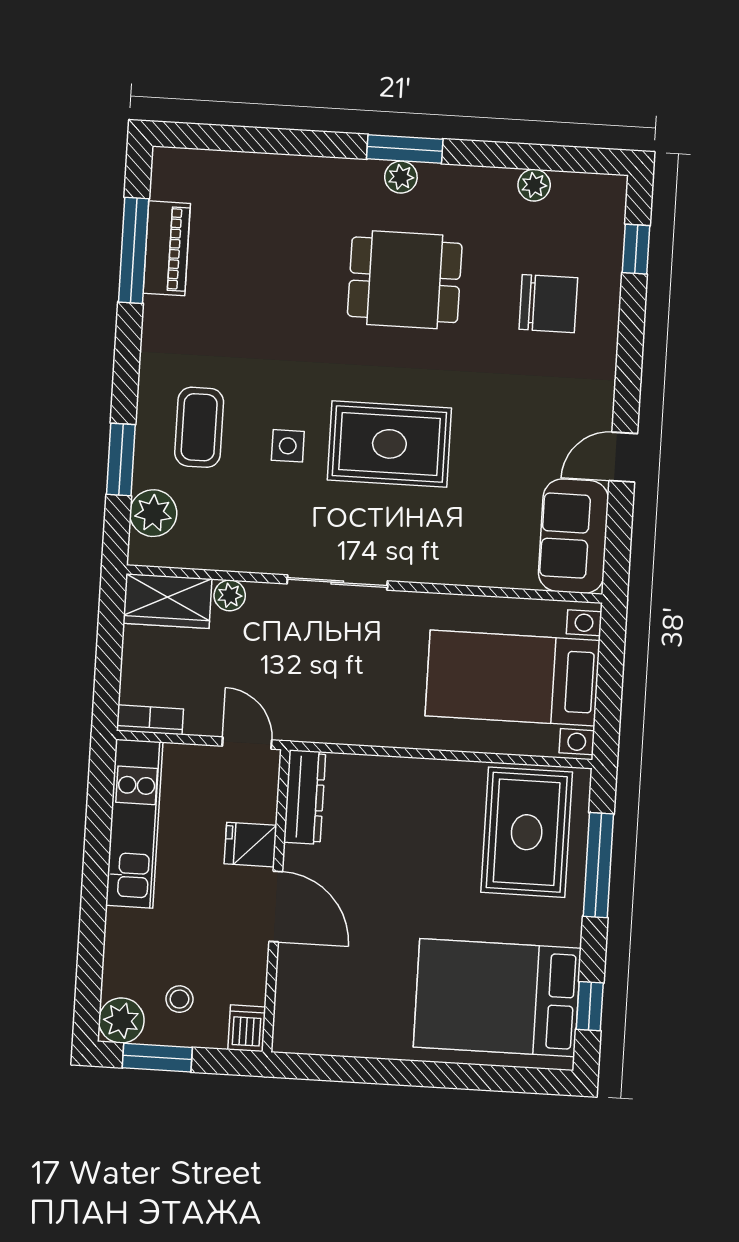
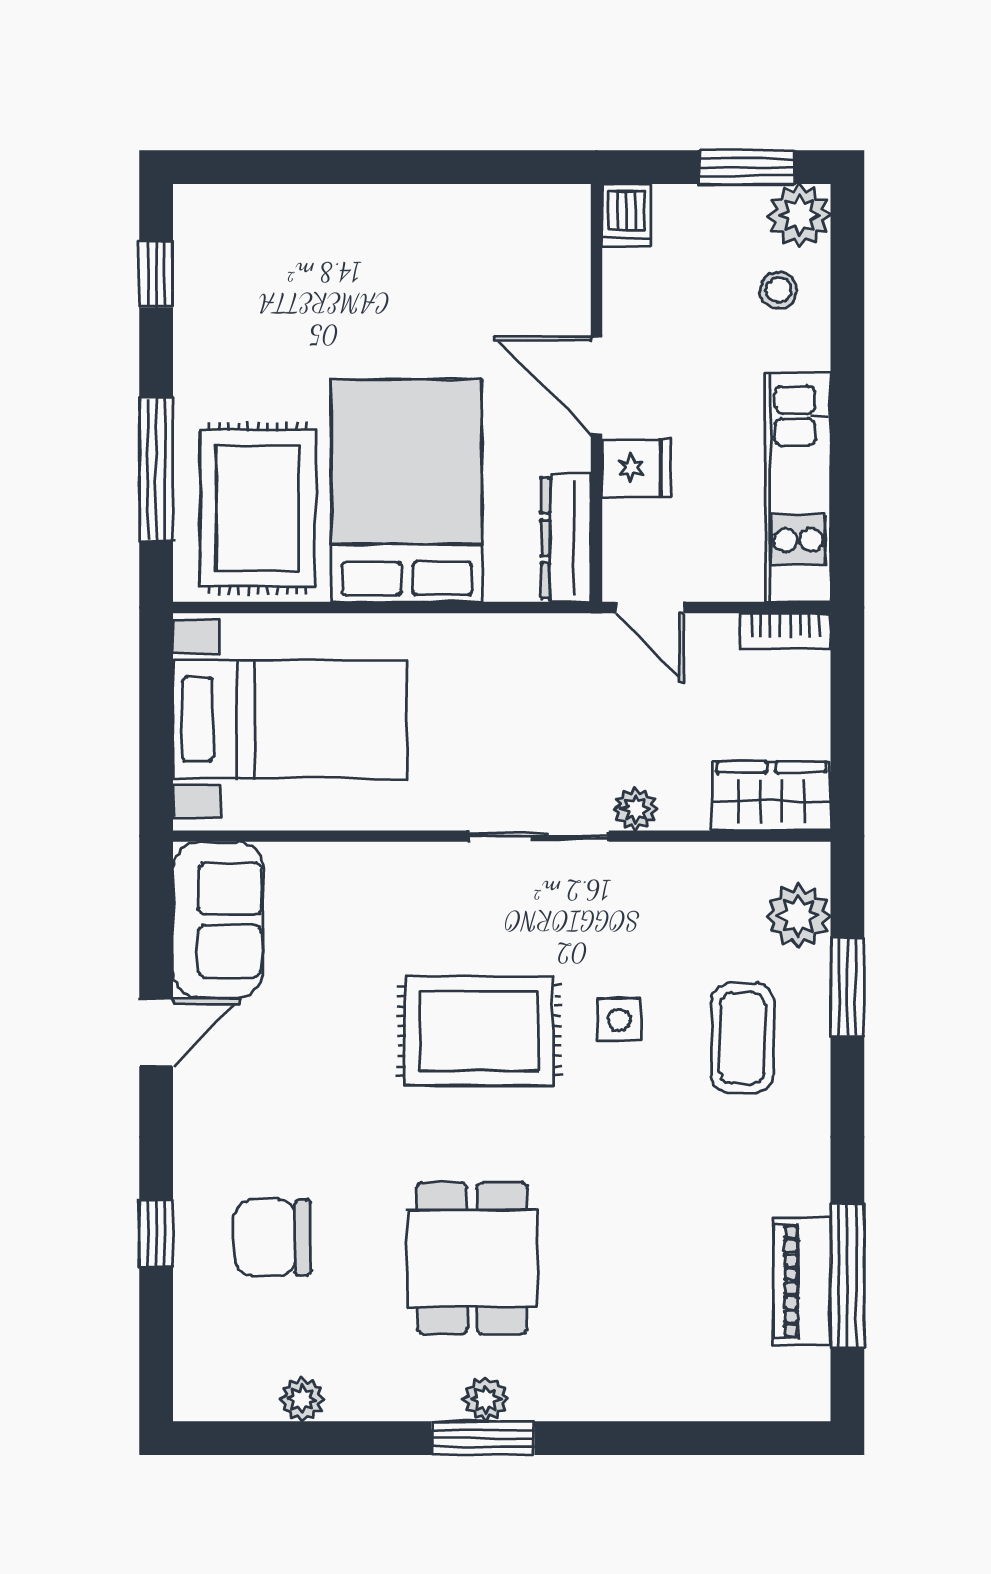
window: (636, 249) -> (156, 1233), moved
dining table: (405, 280) -> (472, 1258), turned 90
plant: (230, 595) -> (635, 809), moved
bed: (497, 998) -> (407, 491), moved, turned -90
stool: (179, 999) -> (778, 290), moved

